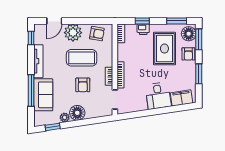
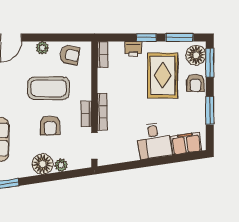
window: (142, 21) -> (146, 38), moved
plant: (73, 33) -> (42, 48), width x0.53, depth x0.53
plant: (65, 117) -> (61, 165), moved

